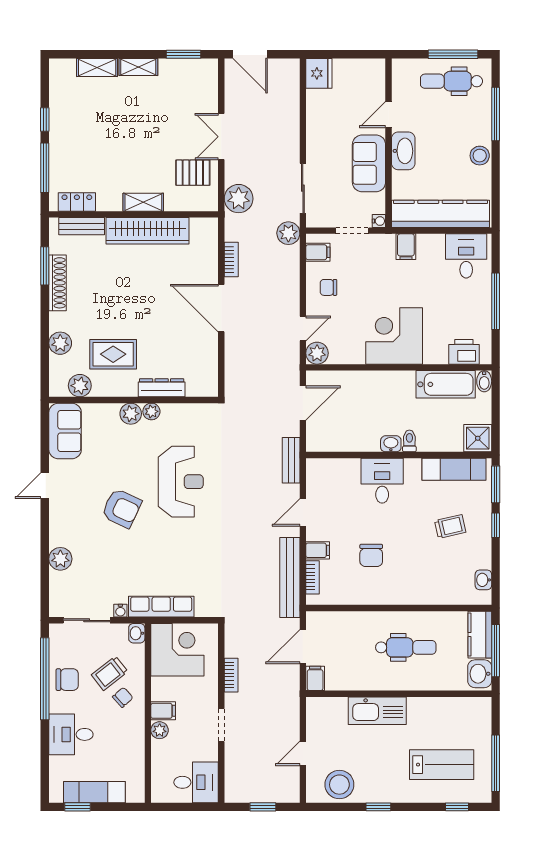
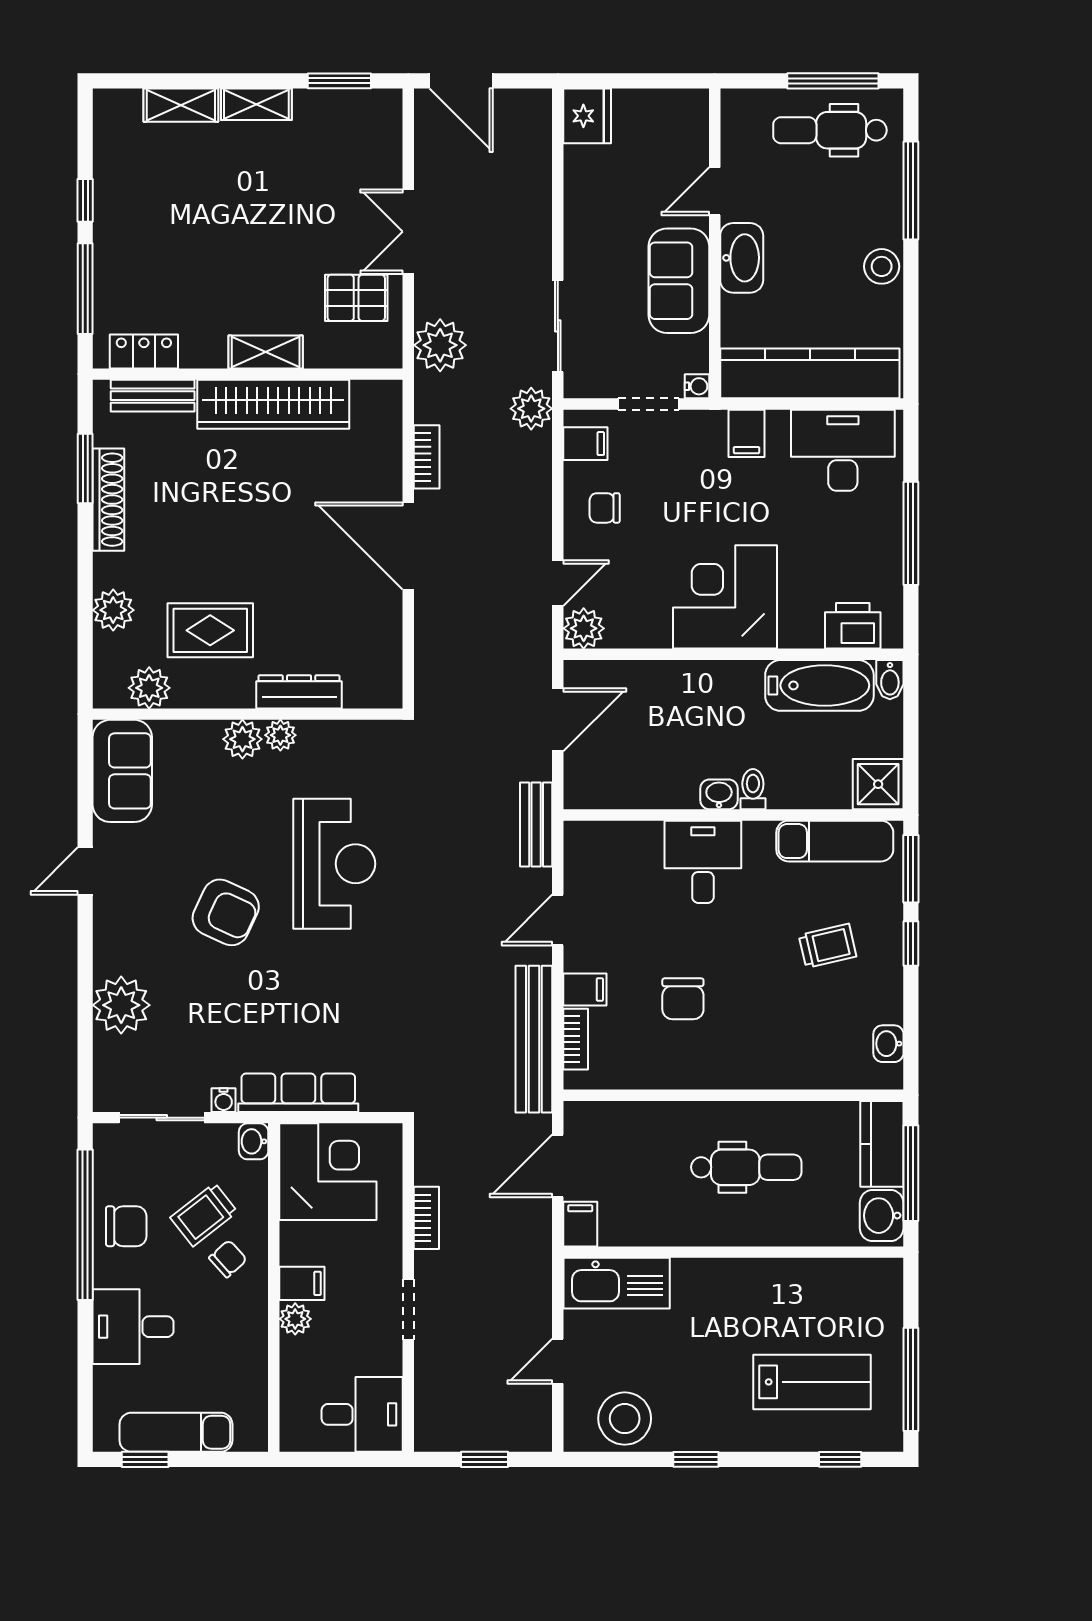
desk: (466, 256) -> (843, 450), width x1.37
plant: (60, 559) -> (121, 1005), width x1.36, depth x1.36
kitchen sink: (377, 711) -> (617, 1283), moved

